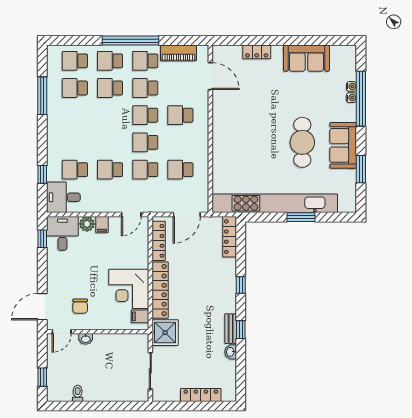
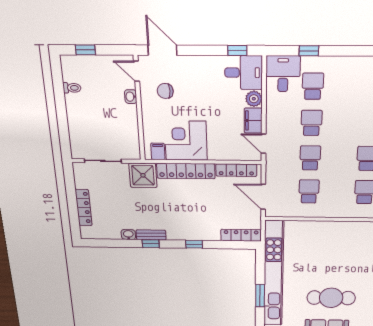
school desk: (145, 142) -> (339, 158), removed
filing cabinet: (102, 225) -> (253, 121), width x2.00

